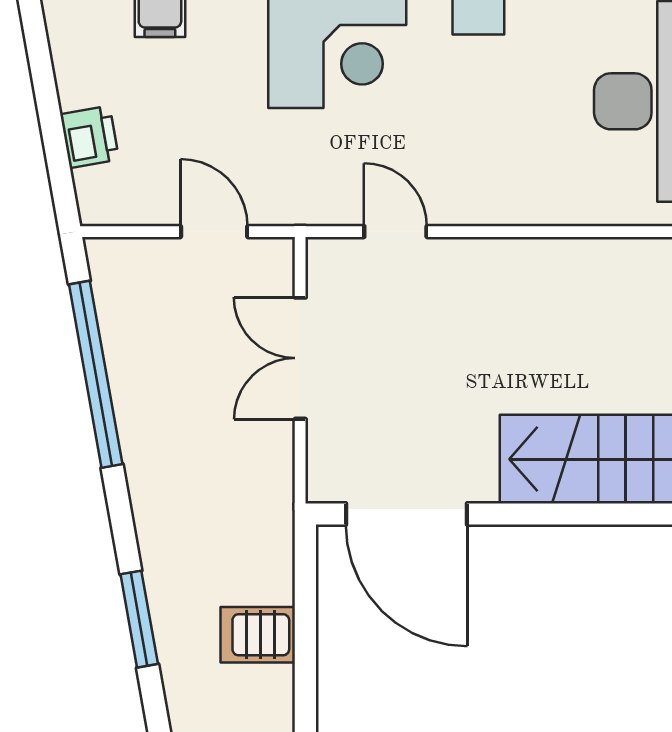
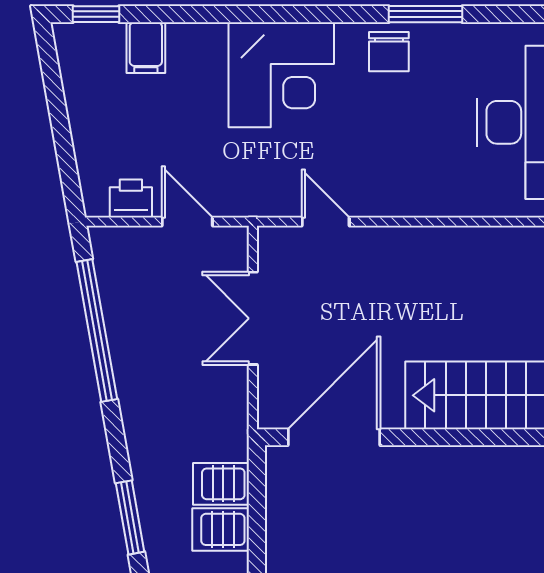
printer: (90, 137) -> (131, 199), moved, turned -80
door: (406, 514) -> (334, 437), swing flipped
server rack: (258, 575) -> (221, 484), added

